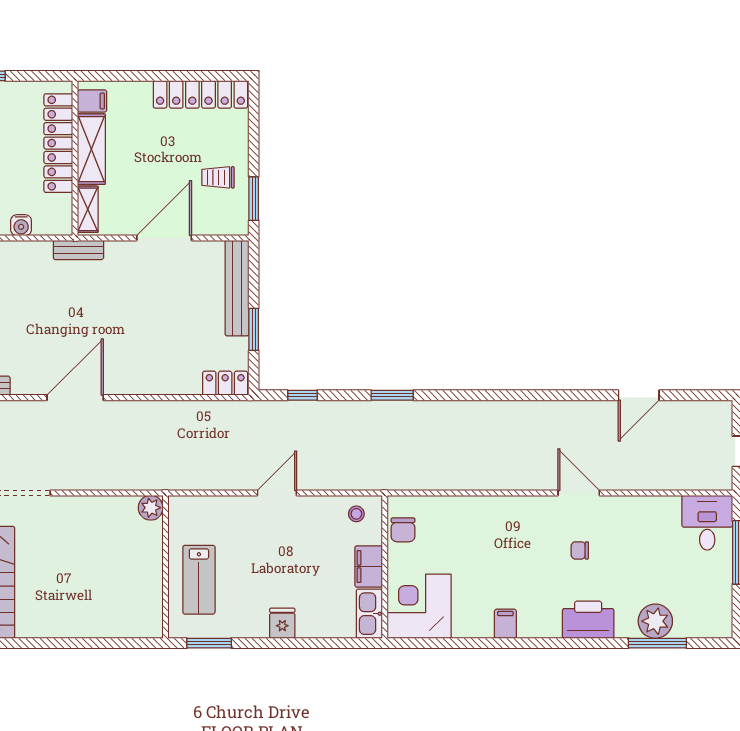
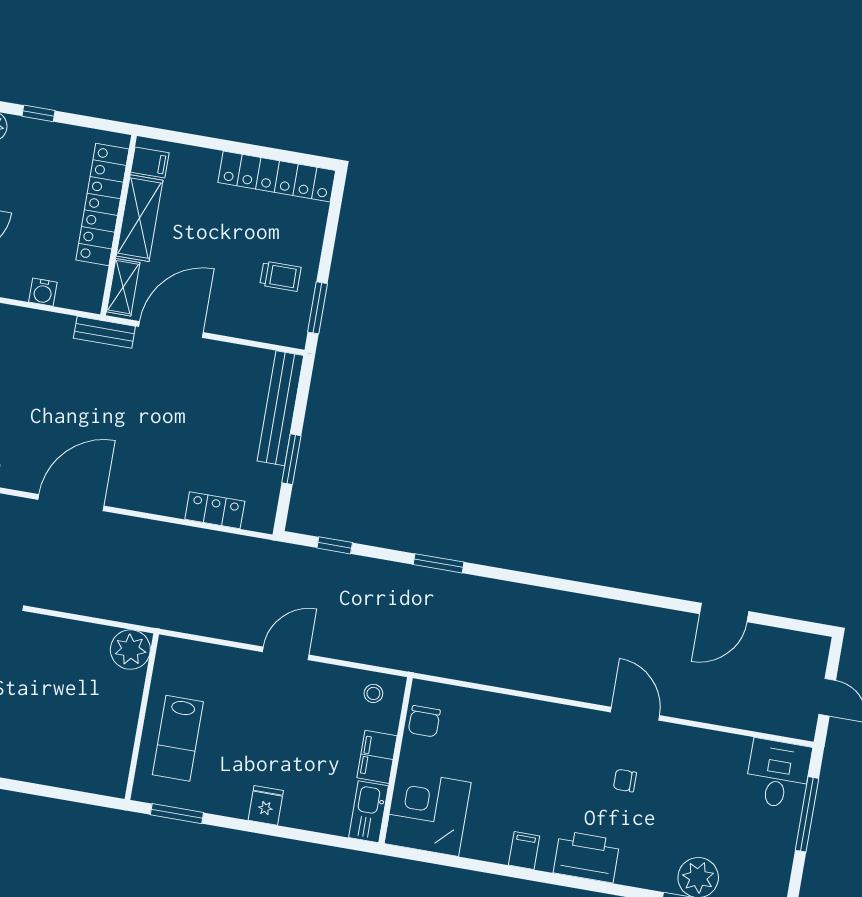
trolley: (218, 177) -> (280, 276), turned 180
door: (164, 238) -> (171, 329), moved
locker: (225, 383) -> (215, 510), moved
plant: (151, 508) -> (130, 650), width x1.36, depth x1.36
printer: (588, 620) -> (587, 857), moved

